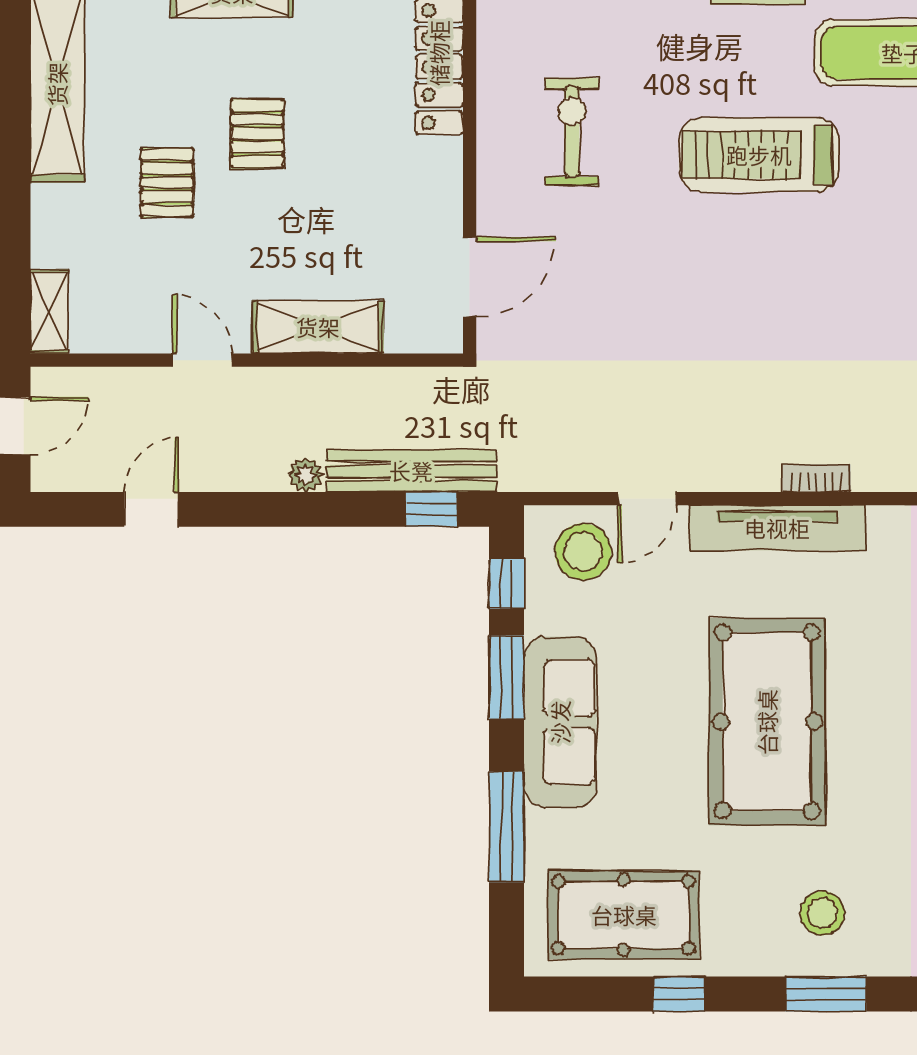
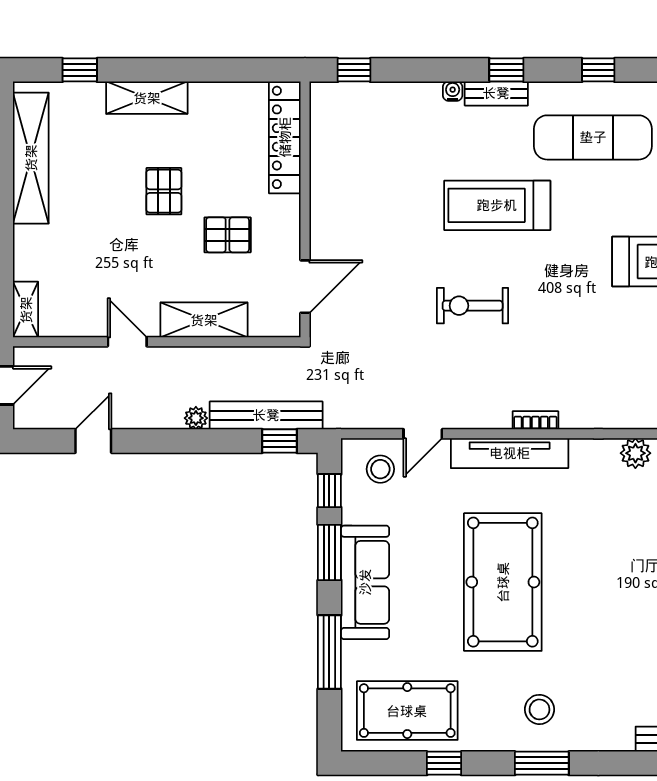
exercise bike: (572, 132) -> (473, 306), moved, turned -90
pallet: (167, 183) -> (228, 235), moved, turned 90
stool: (583, 552) -> (380, 469), width x0.73, depth x0.73

